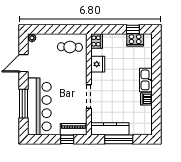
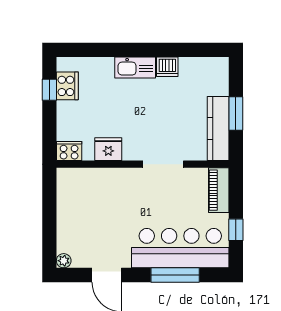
cafe table: (70, 47) -> (79, 196), removed
window: (67, 139) -> (236, 230), moved
window: (119, 139) -> (236, 113), width x0.69

